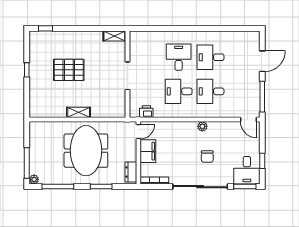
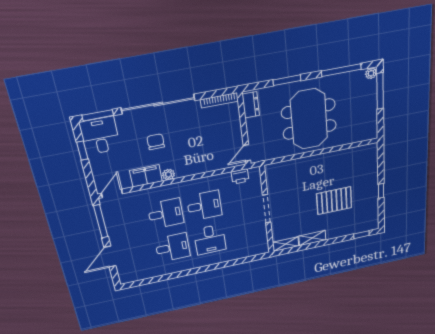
shelving: (79, 112) -> (312, 238), moved
door: (248, 120) -> (112, 193), hinge flipped
filing cabinet: (148, 151) -> (146, 176), moved, turned 90

